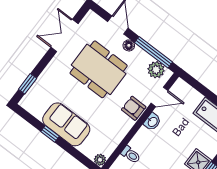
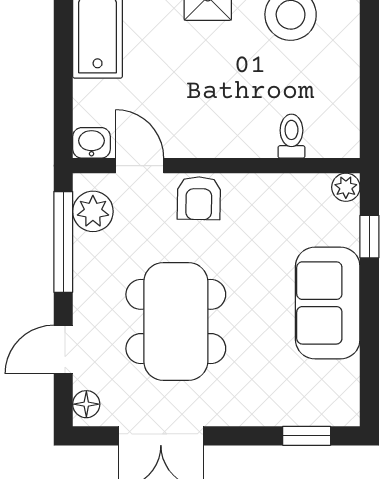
floor lamp: (129, 45) -> (86, 404), moved
washbasin: (152, 122) -> (92, 143), moved
window: (50, 134) -> (369, 237), moved

